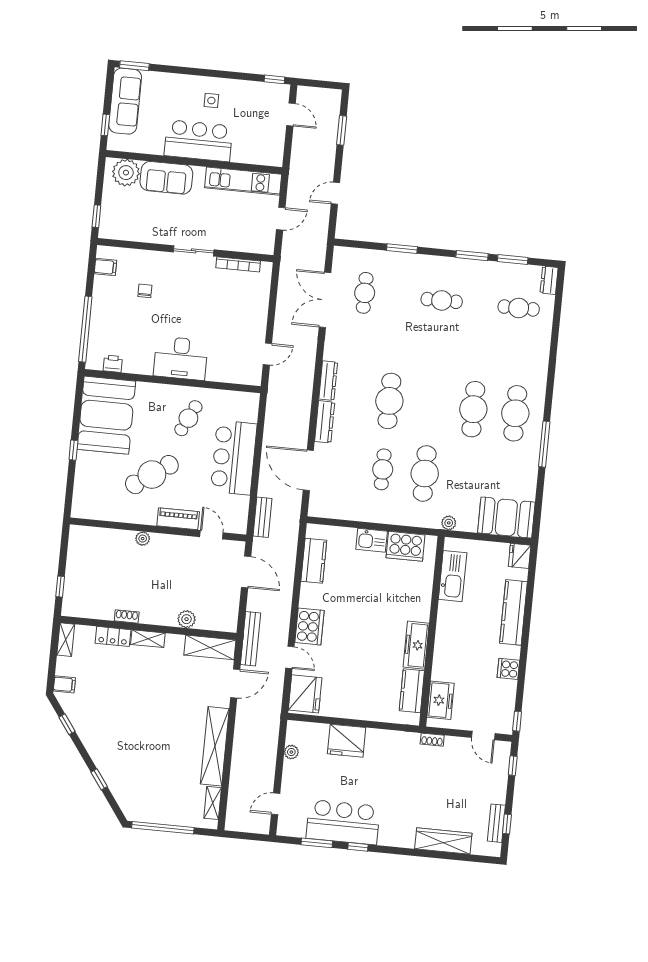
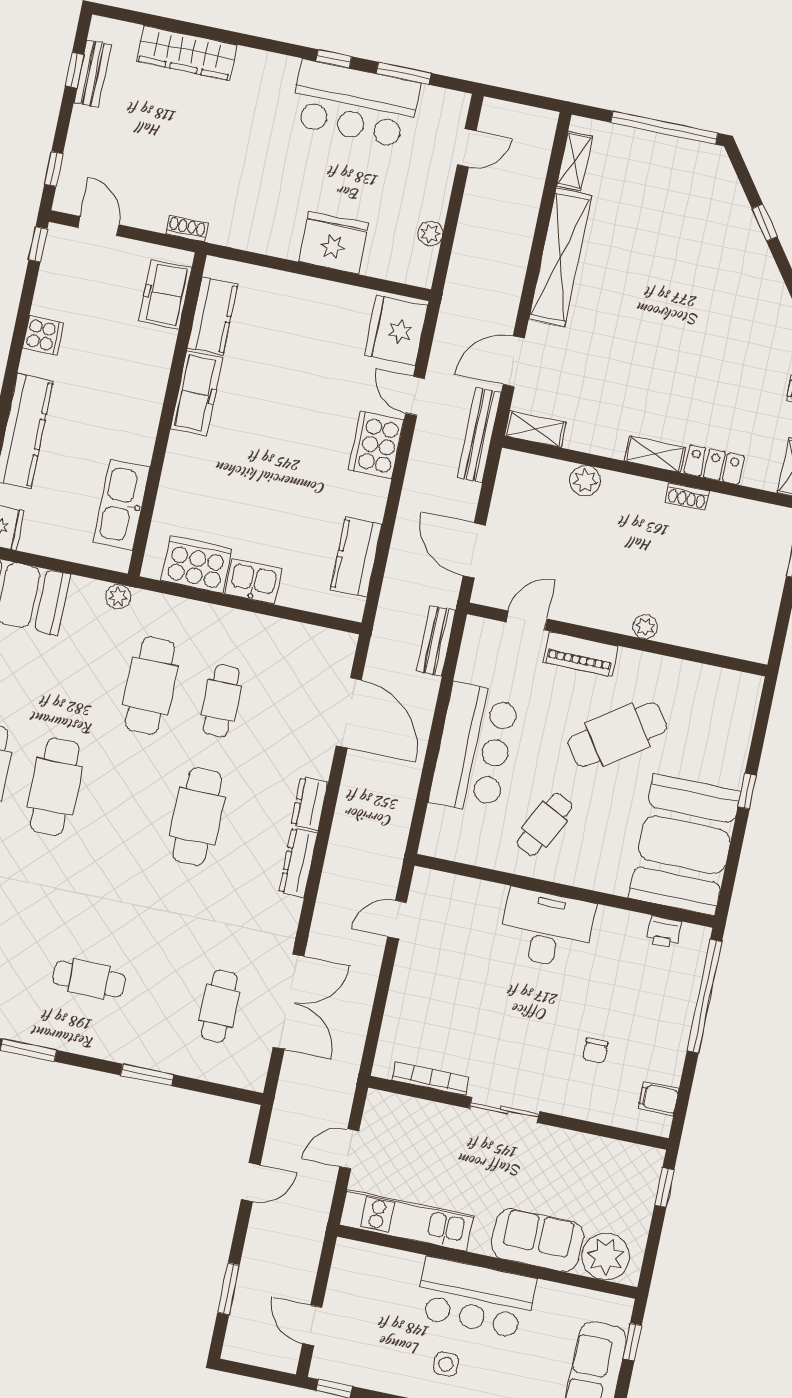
dresser: (325, 422) -> (310, 803), width x0.70
door: (211, 535) -> (527, 621), swing flipped
shelving: (210, 647) -> (535, 429), width x0.67, depth x0.75

